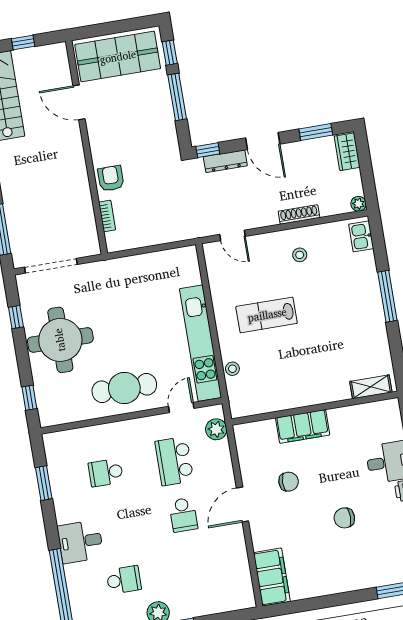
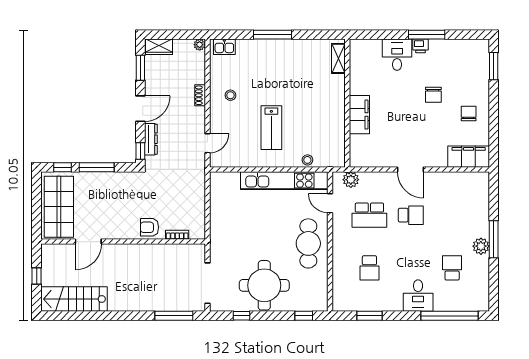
shoe rack: (299, 215) -> (200, 95), width x0.70
chair: (289, 482) -> (469, 113), moved

